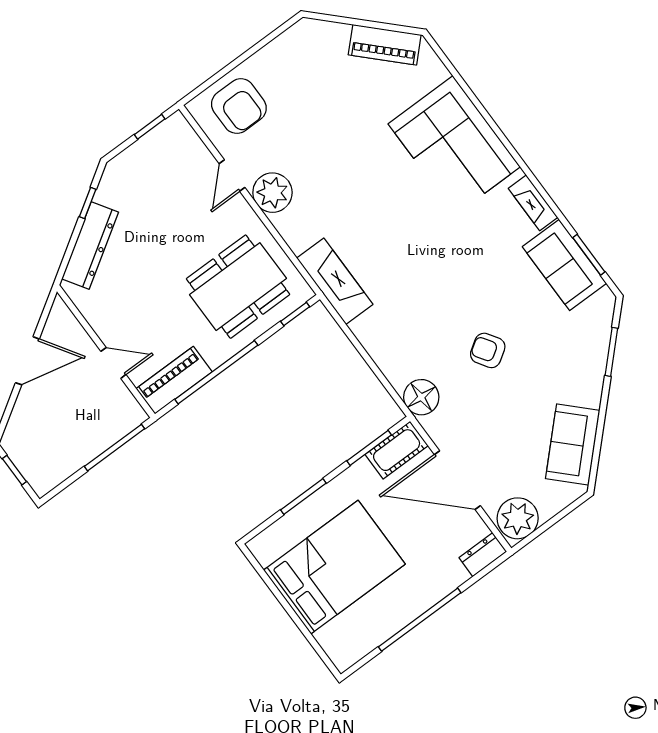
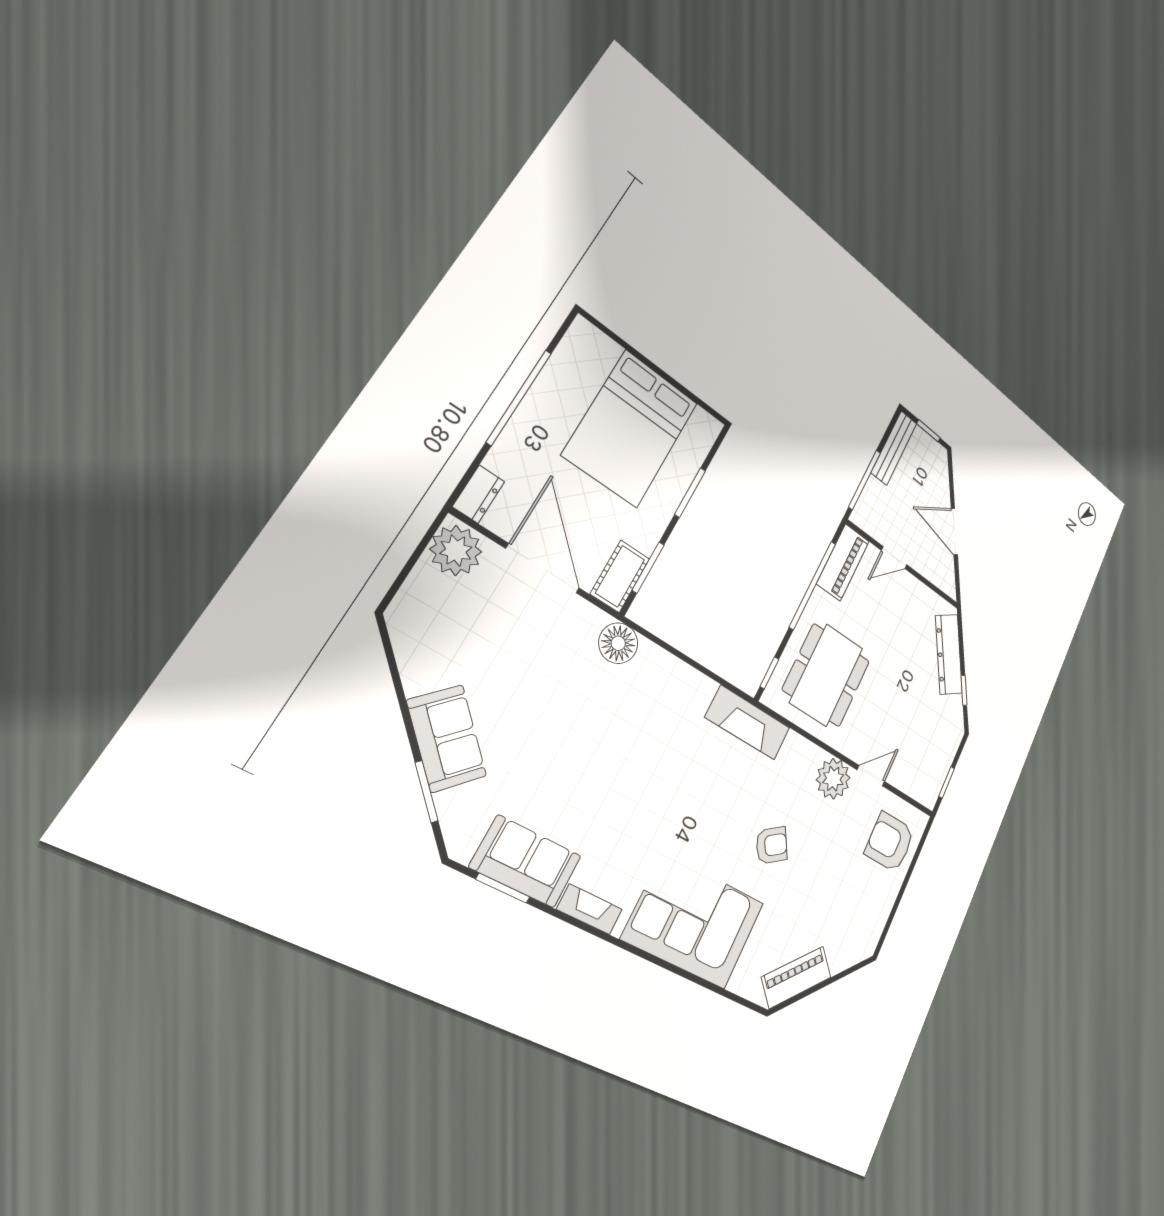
door: (232, 176) -> (871, 776), hinge flipped
armchair: (488, 350) -> (772, 845), moved
door: (27, 361) -> (954, 532), hinge flipped
sofa: (573, 445) -> (447, 738), moved
bench: (65, 467) -> (894, 448), added
door: (457, 480) -> (543, 568), hinge flipped

